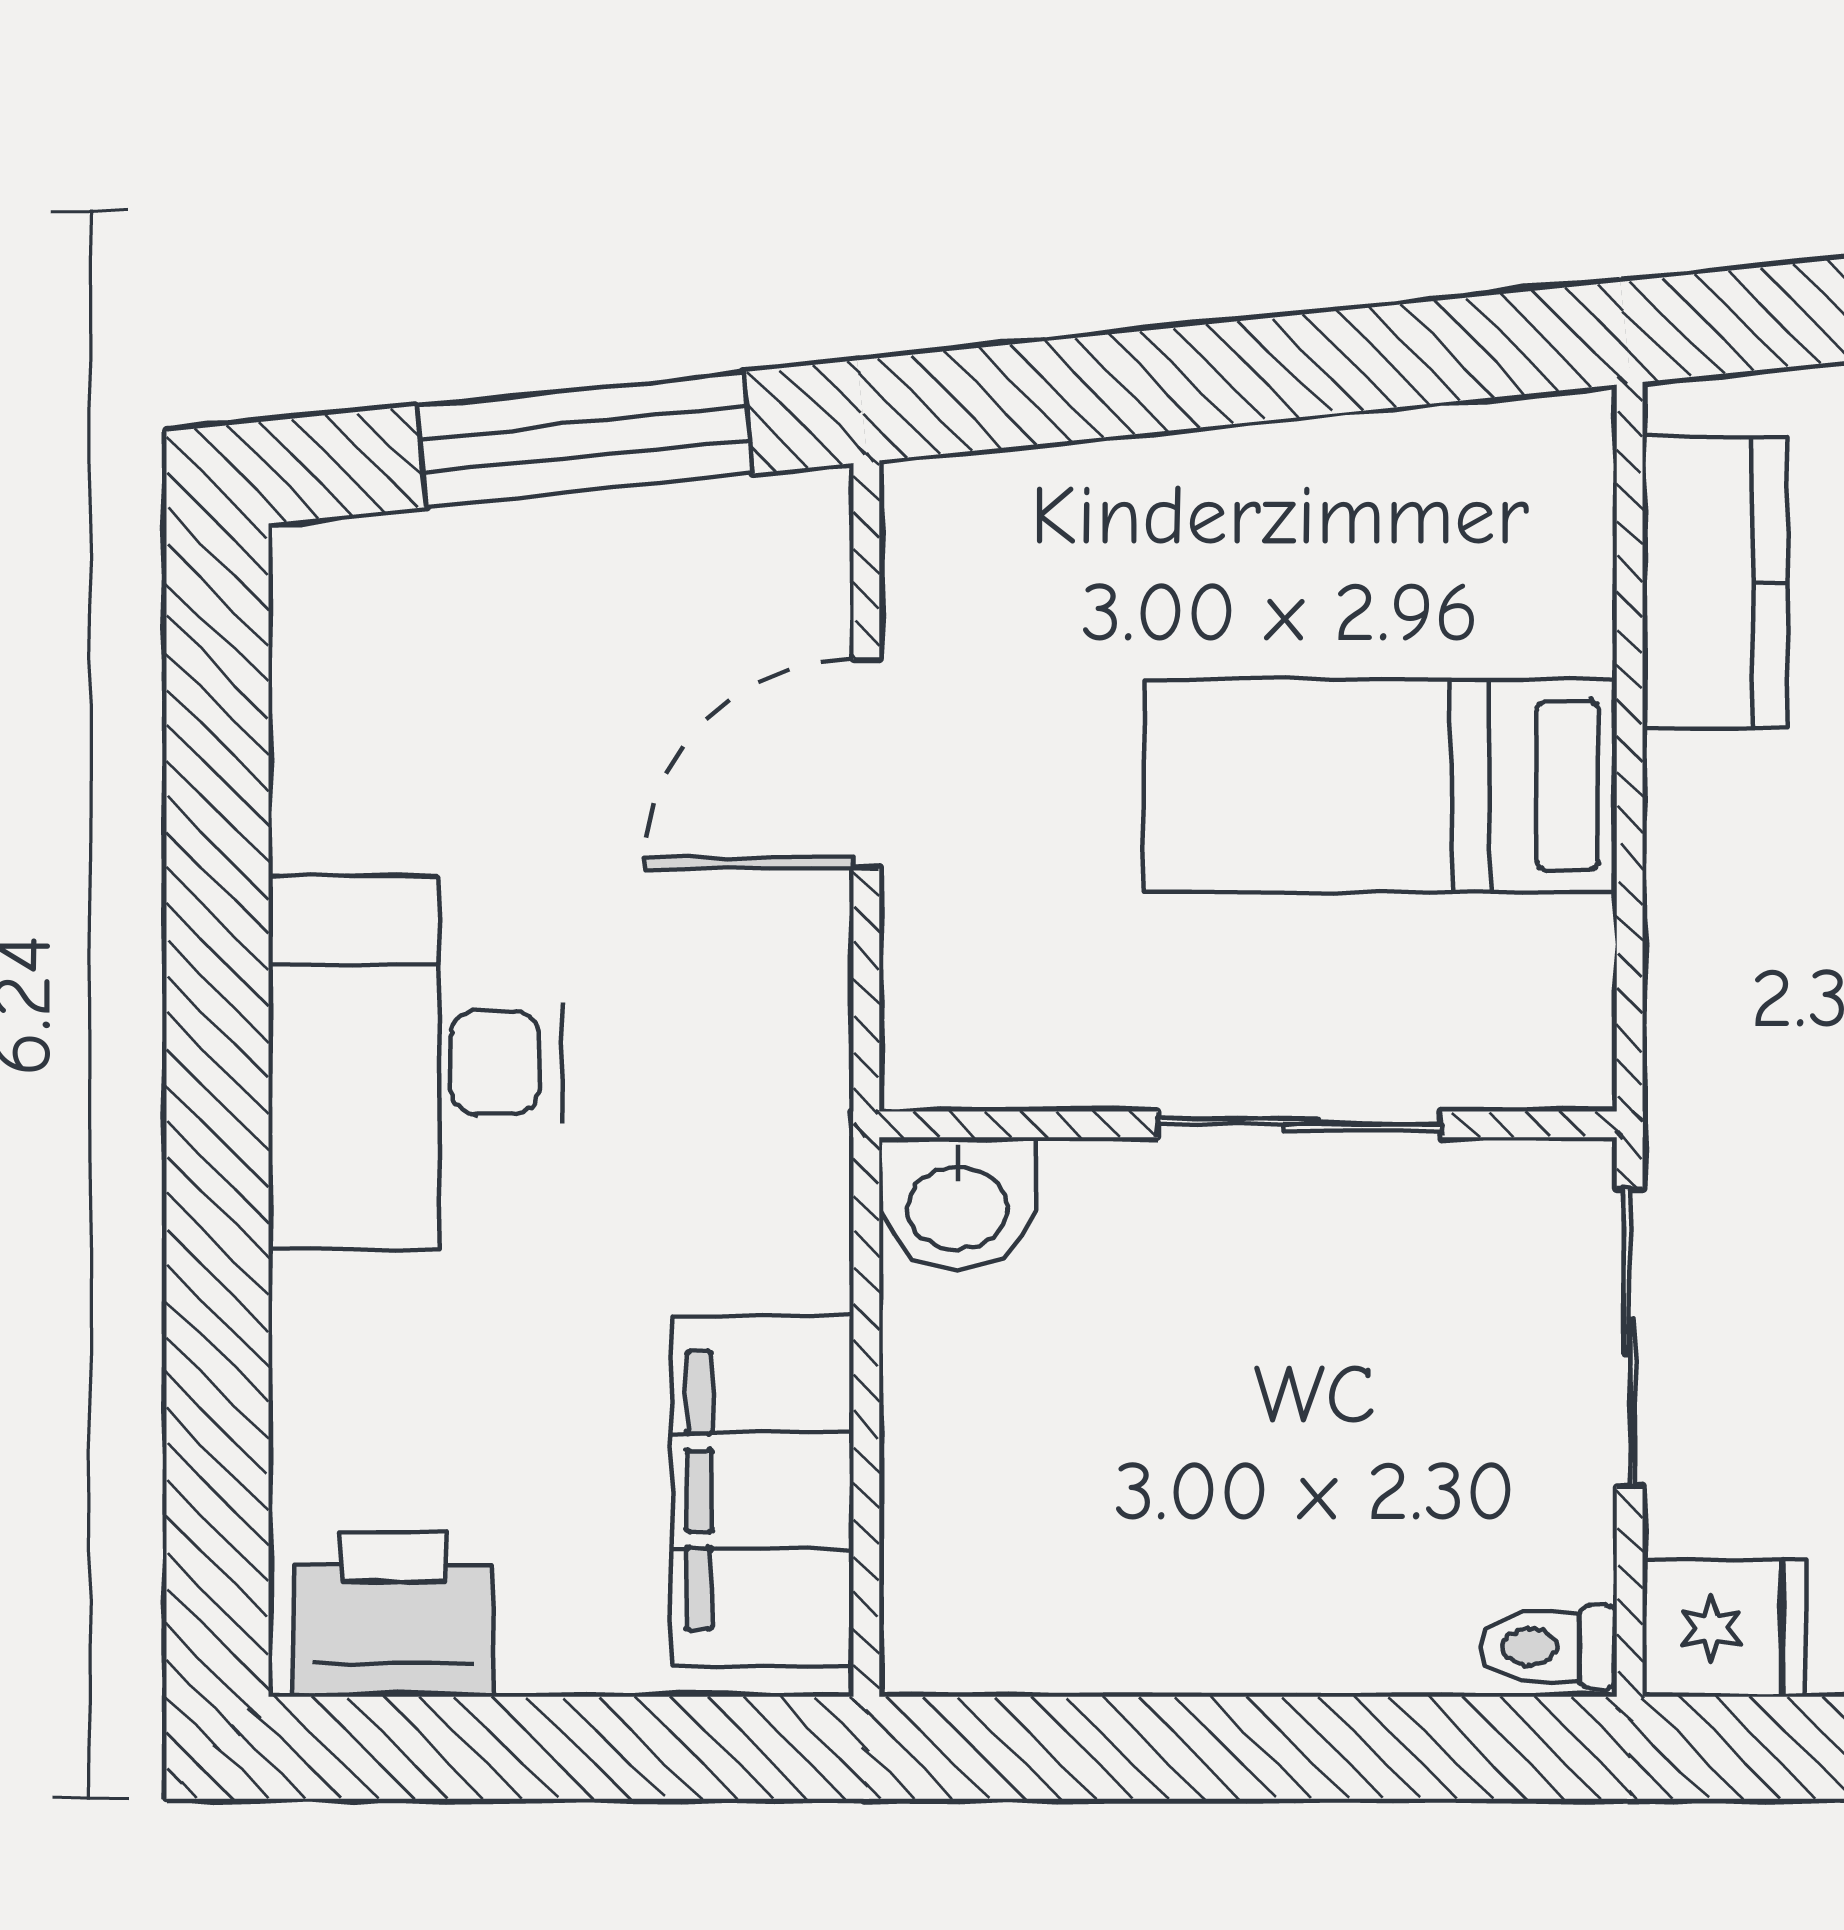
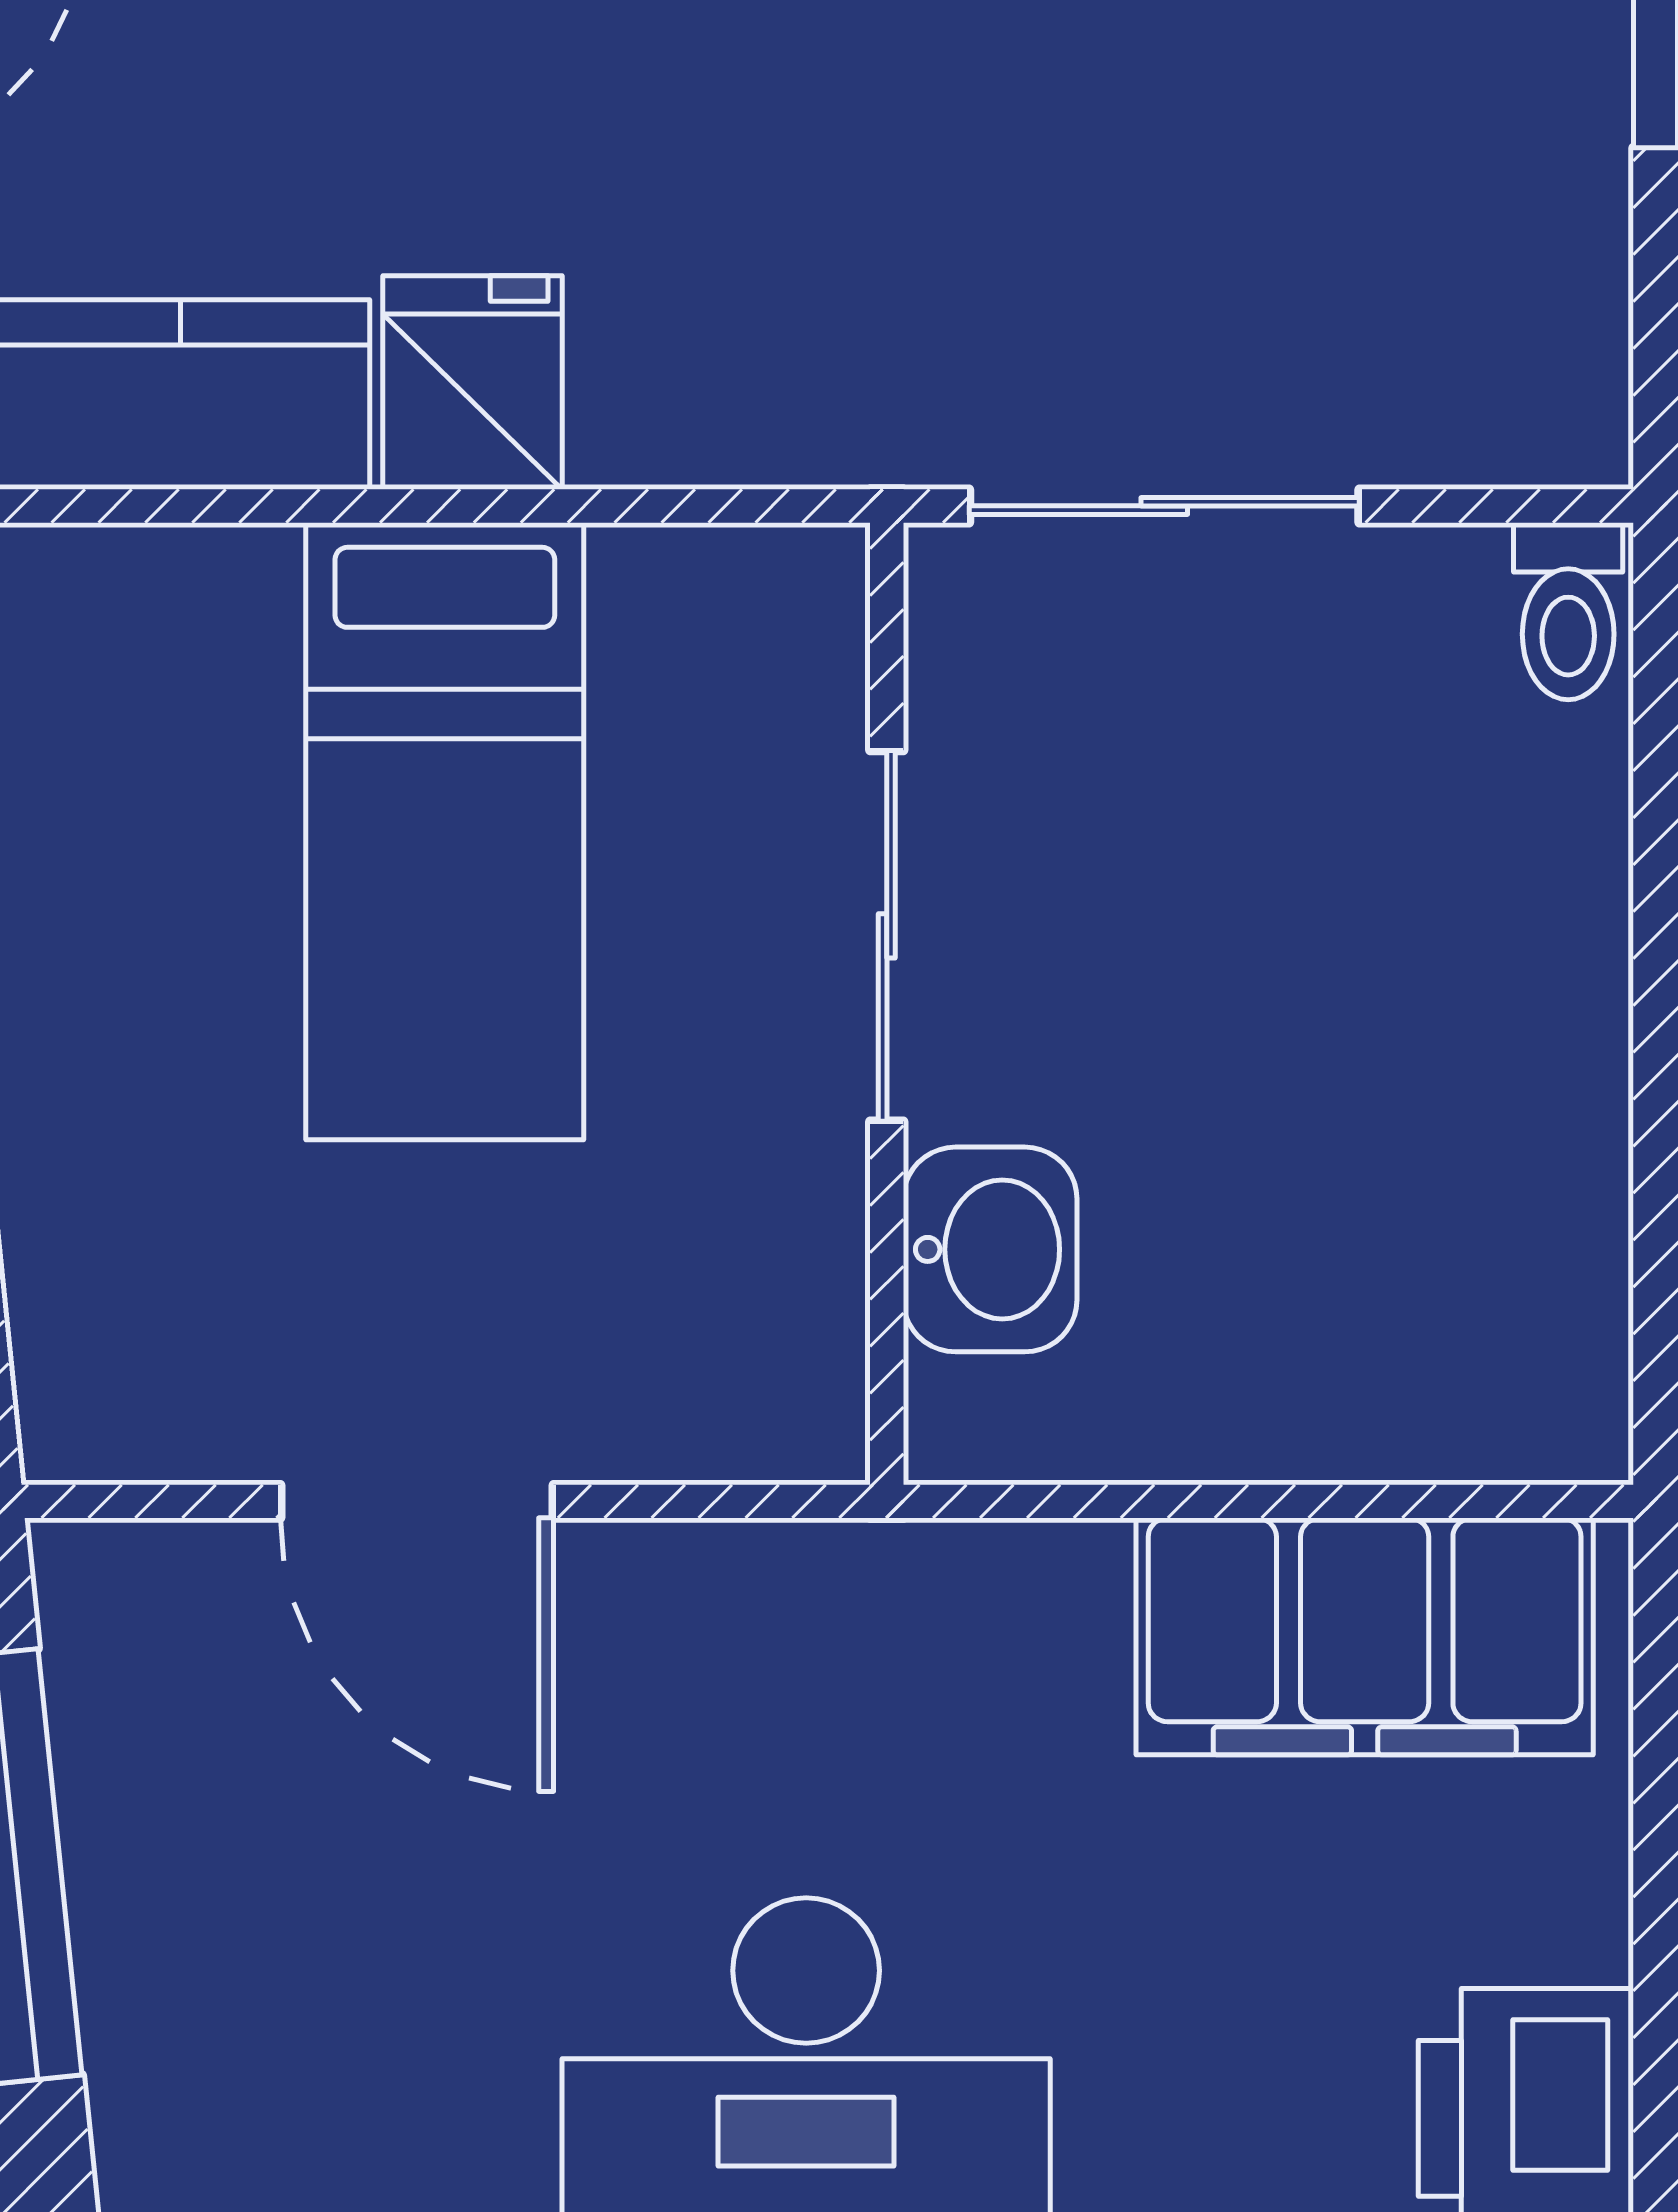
washbasin: (958, 1204) -> (990, 1249), moved
fridge: (1724, 1628) -> (473, 383), moved

